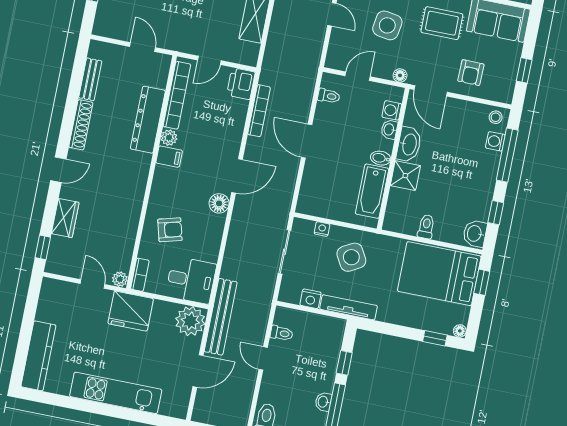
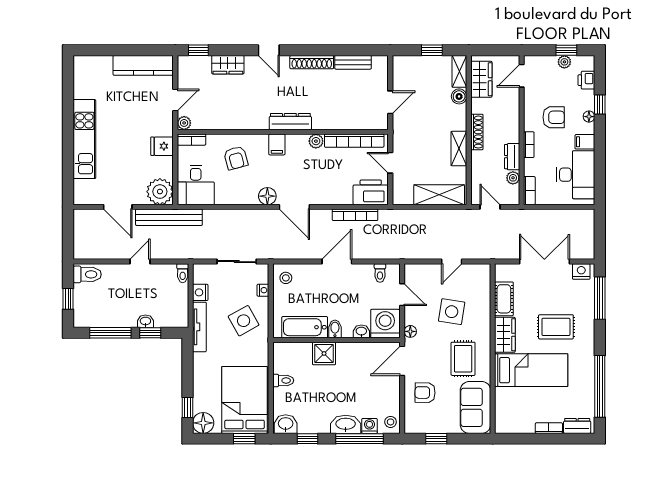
printer: (241, 84) -> (371, 192), width x1.37, depth x1.19
washing machine: (392, 110) -> (385, 324), width x1.89, depth x1.89
dresser: (148, 120) -> (290, 122), moved, width x0.73, depth x0.80
washbasin: (409, 144) -> (346, 424), moved, turned 180
filing cabinet: (169, 157) -> (277, 144), moved
stool: (313, 201) -> (286, 278), added
fridge: (131, 311) -> (162, 146), width x0.53, depth x0.75
floor lamp: (460, 331) -> (203, 423), width x1.89, depth x1.89
toilet: (282, 333) -> (183, 273), moved
kitchen counter: (38, 356) -> (143, 65), moved
washbasin: (323, 402) -> (145, 321), moved

